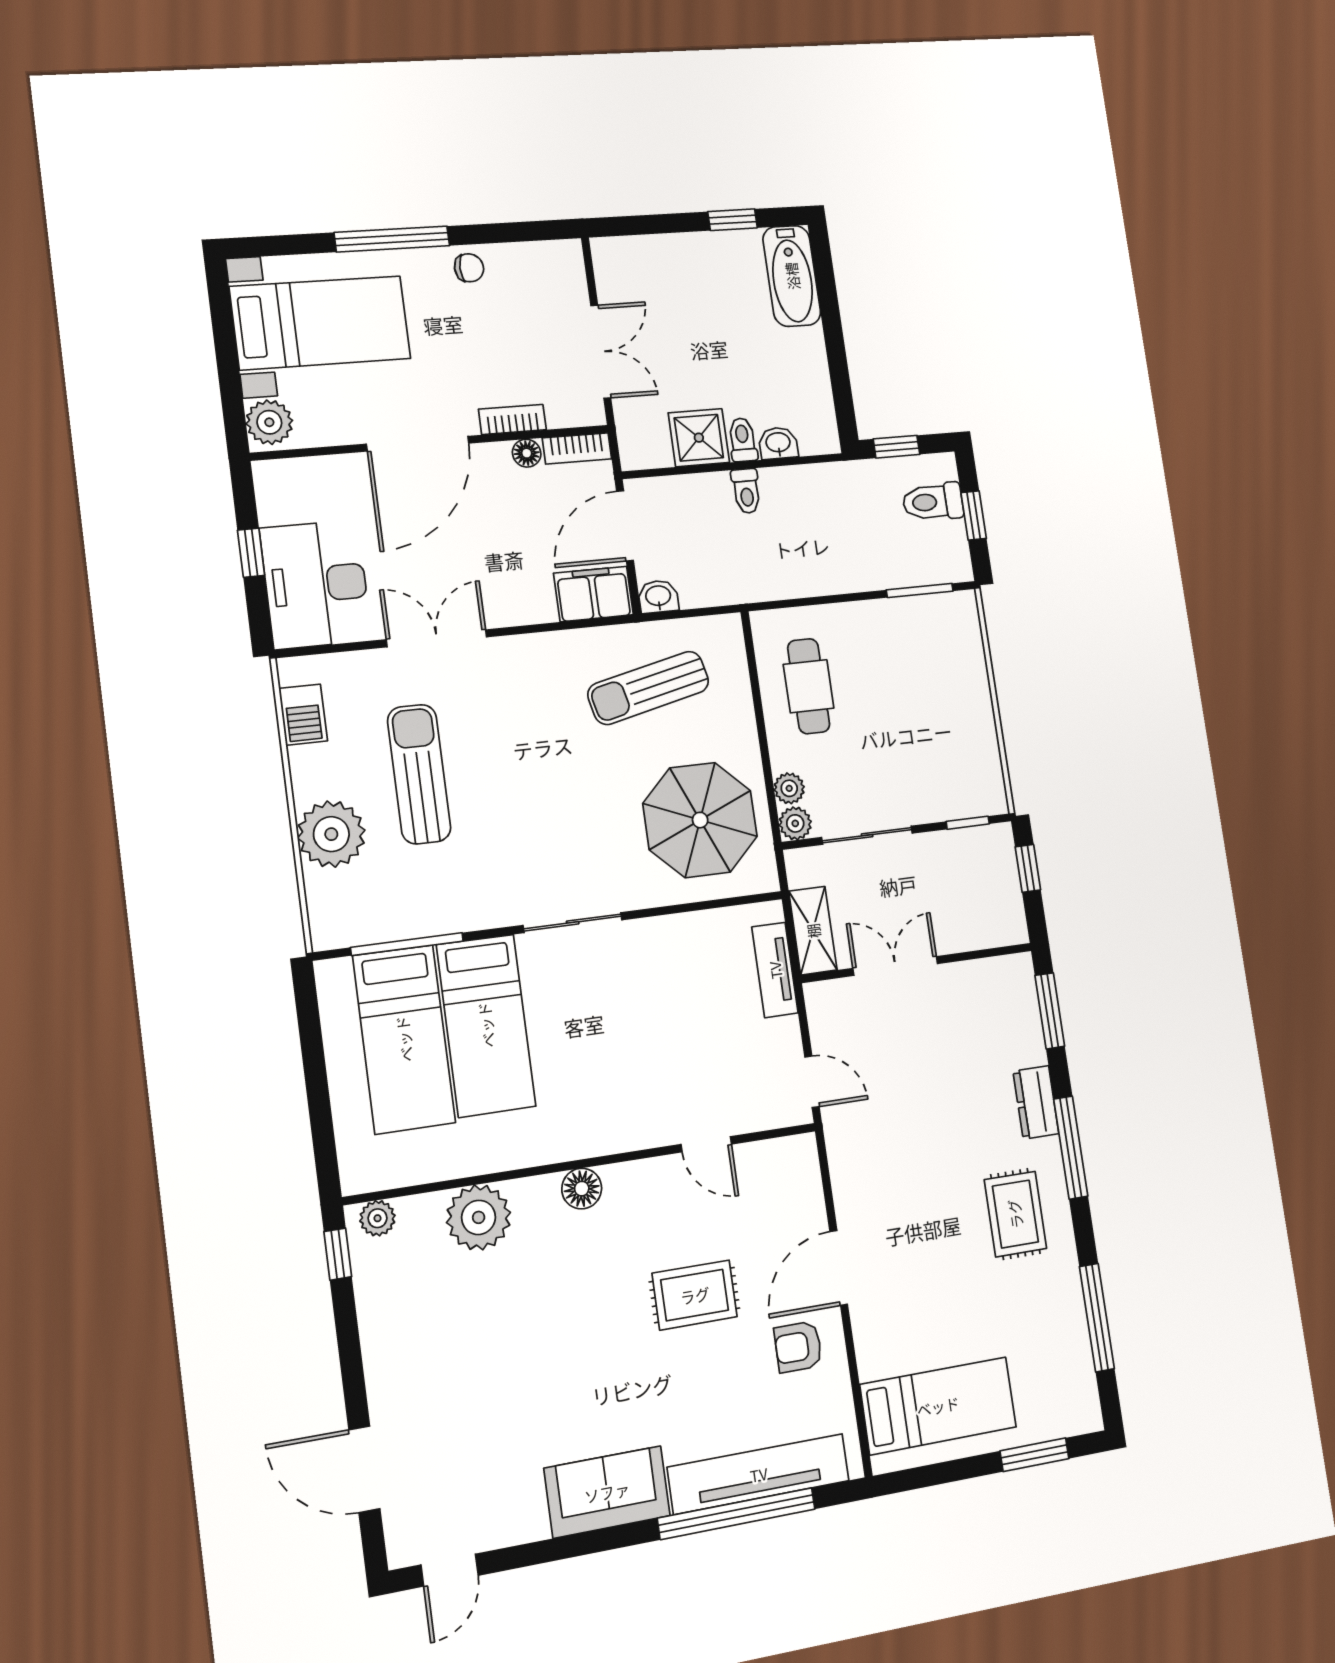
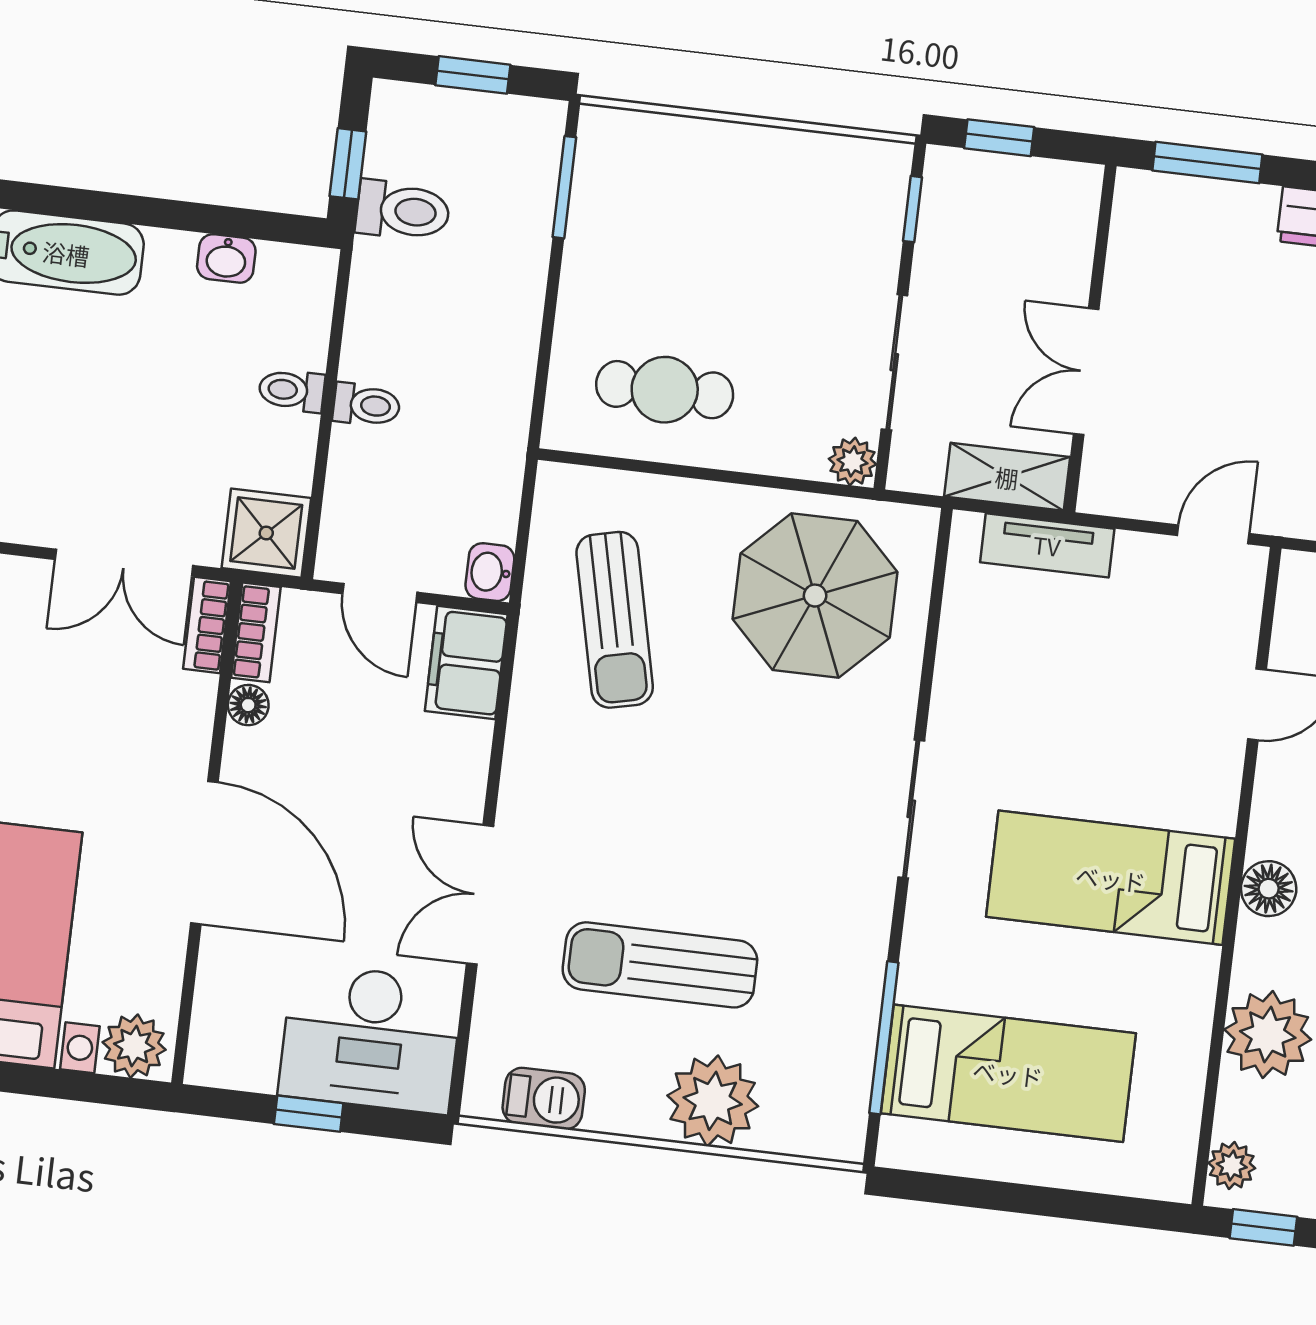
double door: (601, 352) -> (124, 562), swing flipped
bookcase: (512, 419) -> (207, 625), moved
shower: (699, 438) -> (266, 533), moved
washbasin: (778, 443) -> (226, 258), moved, turned -90
toilet: (933, 502) -> (403, 211), moved, turned -90
door: (625, 526) -> (380, 593), width x0.73
plant: (789, 788) -> (802, 457), removed
bed: (486, 1025) -> (1111, 878), moved, turned 180

